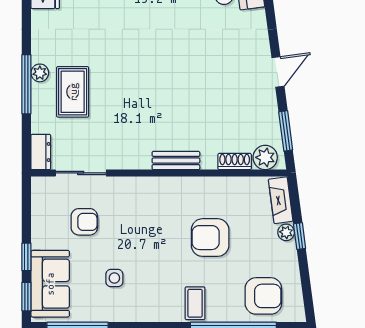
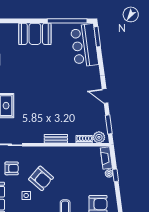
door: (278, 72) -> (105, 96), swing flipped
armchair: (210, 238) -> (41, 178), moved, turned -139

